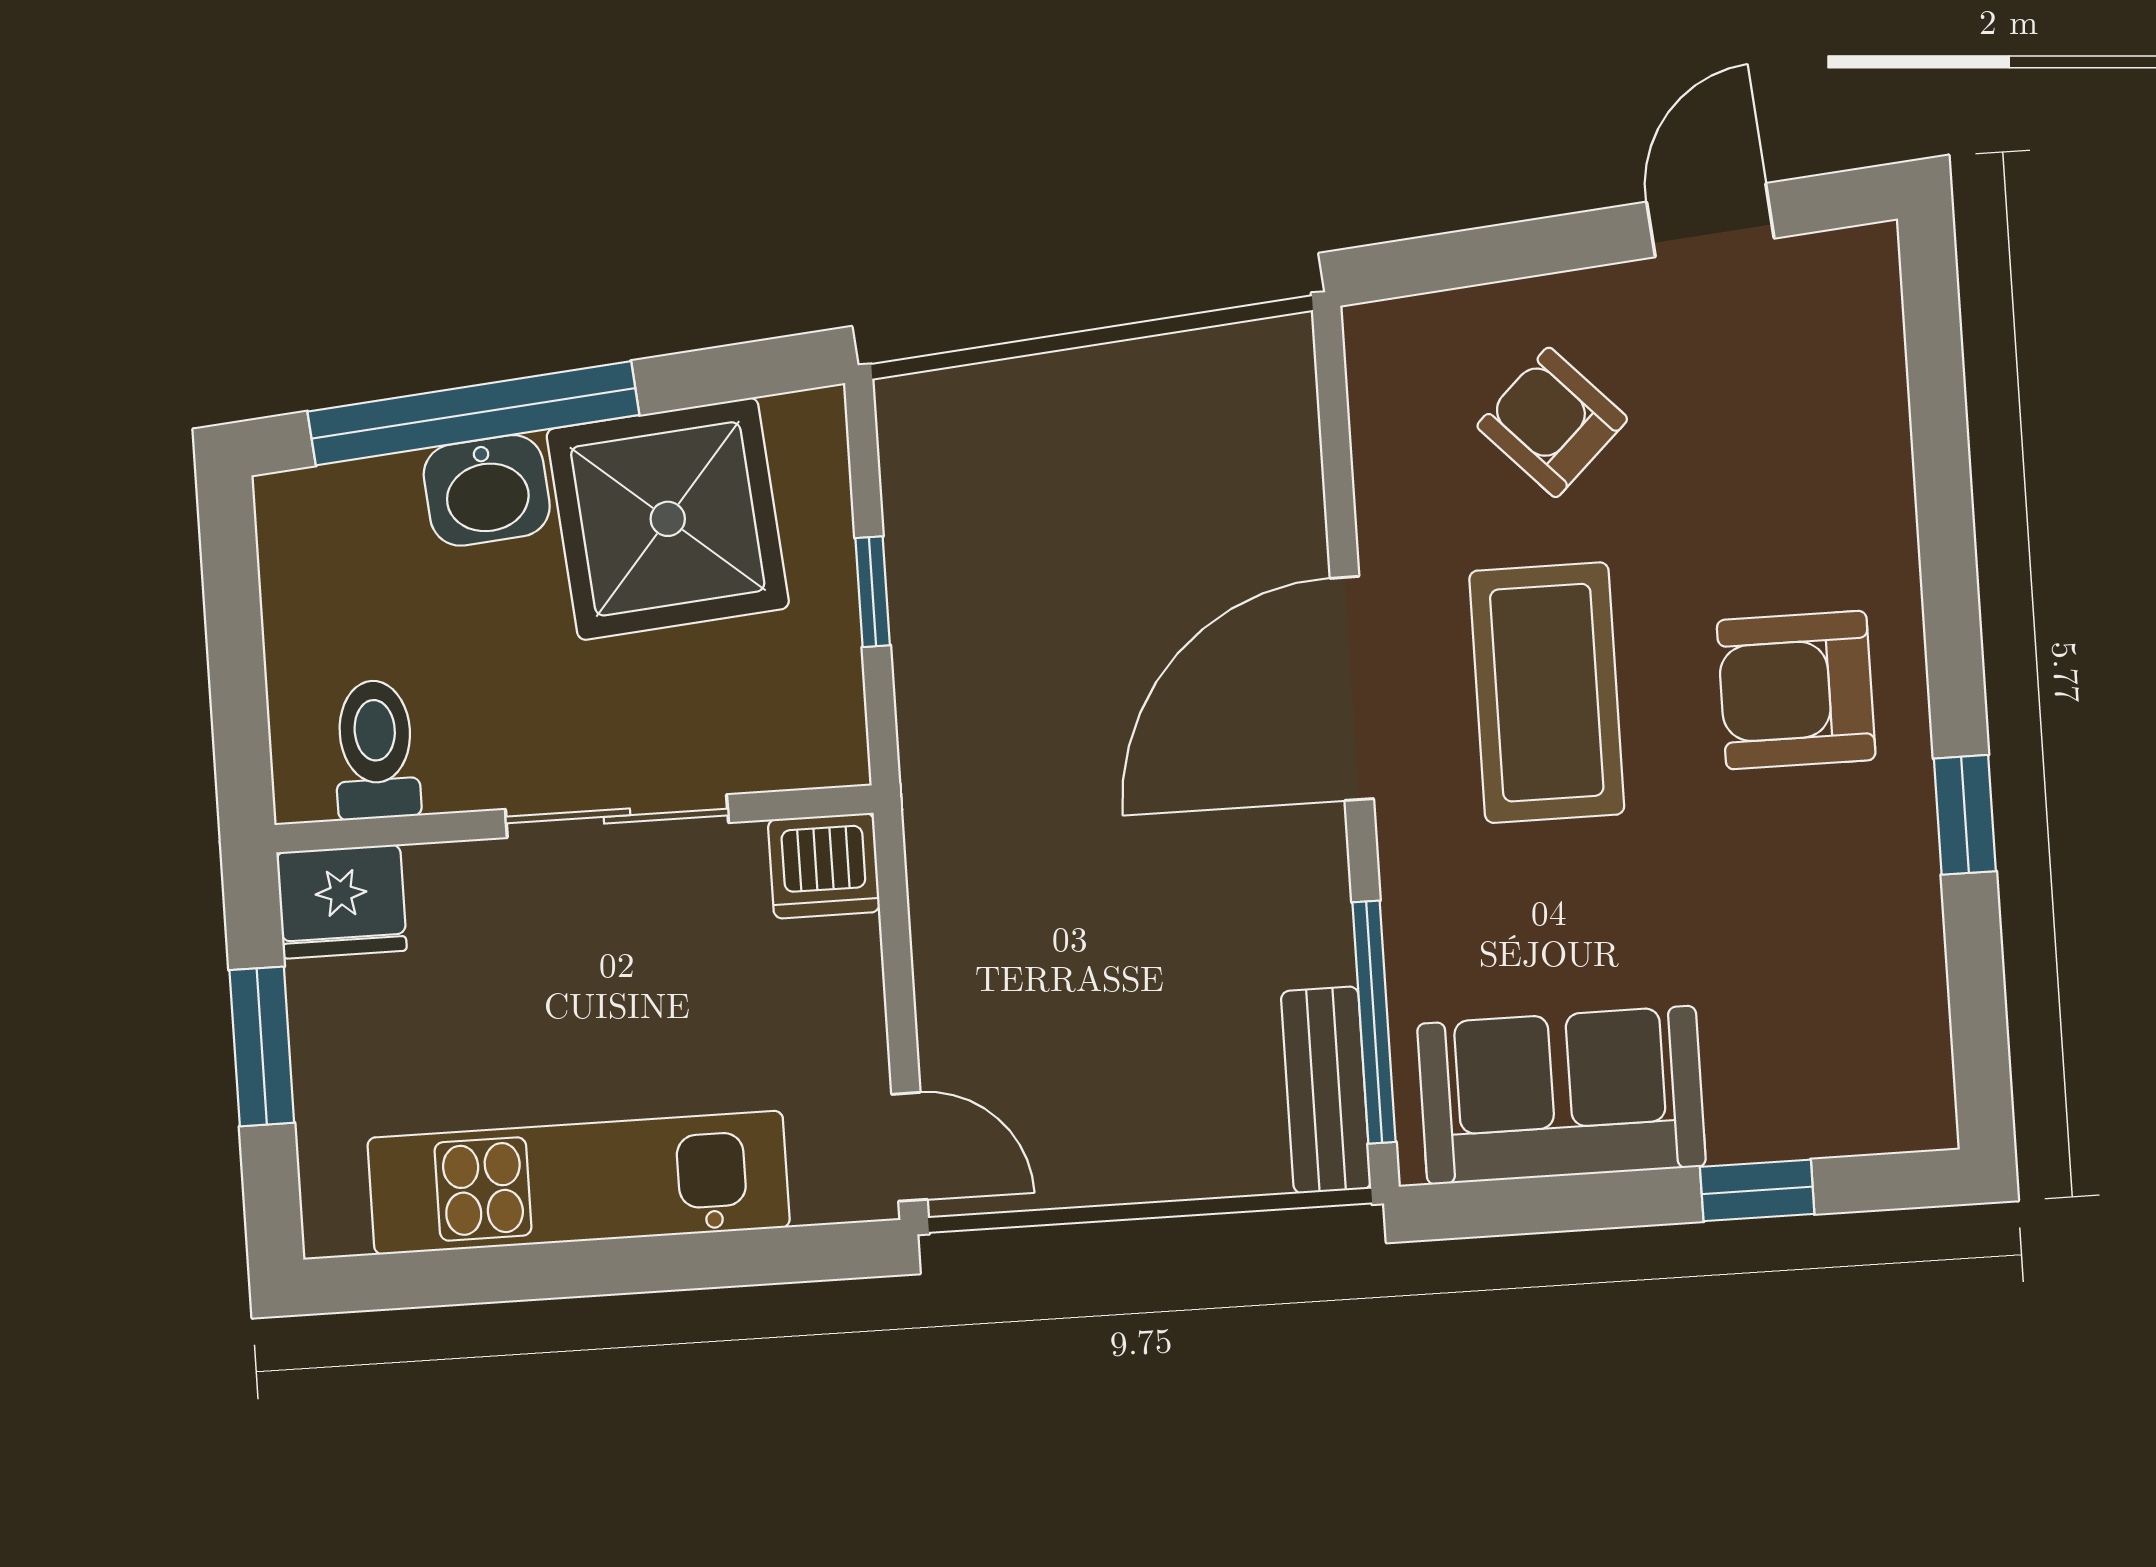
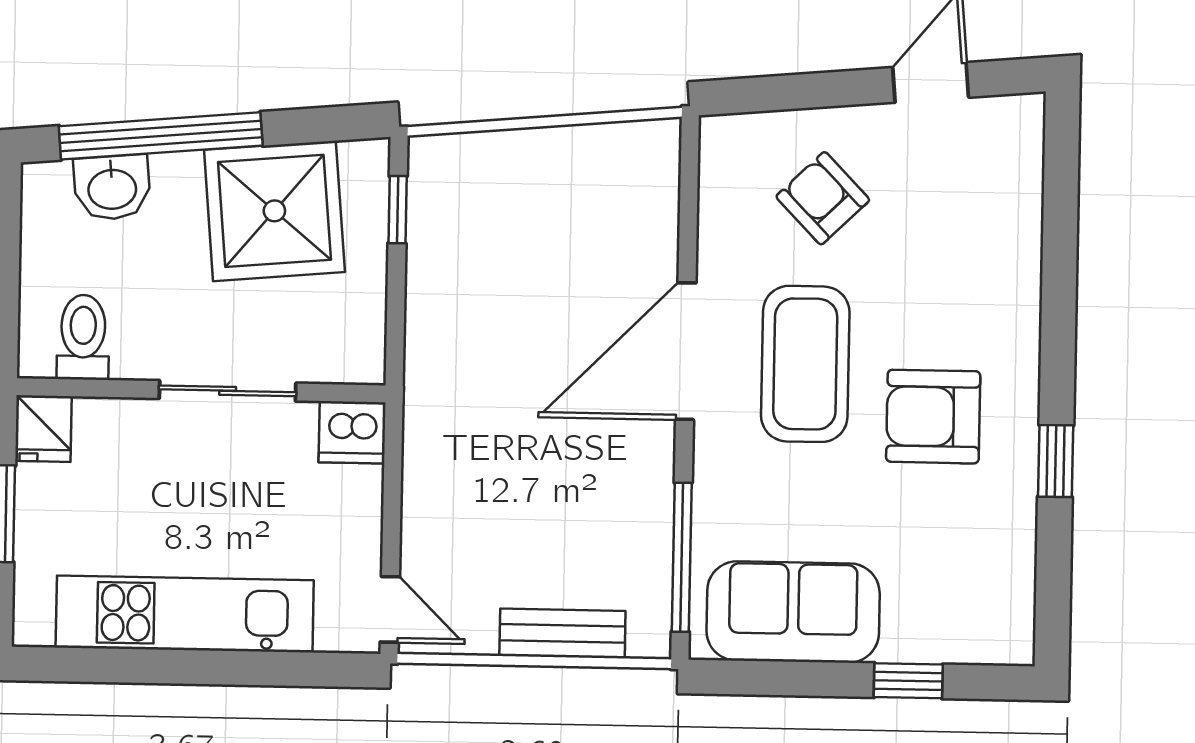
washbasin: (487, 490) -> (112, 188), moved
window: (873, 592) -> (398, 210), moved
armchair: (1796, 690) -> (933, 417), moved
fridge: (342, 901) -> (43, 429), width x0.72
bench: (1326, 1090) -> (562, 633), moved, turned 90

